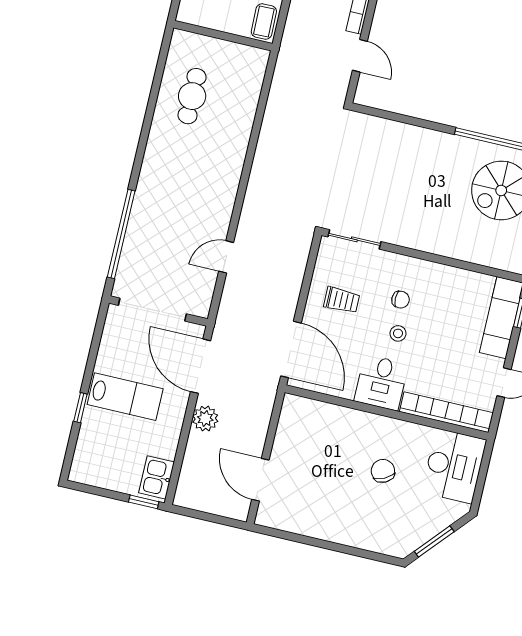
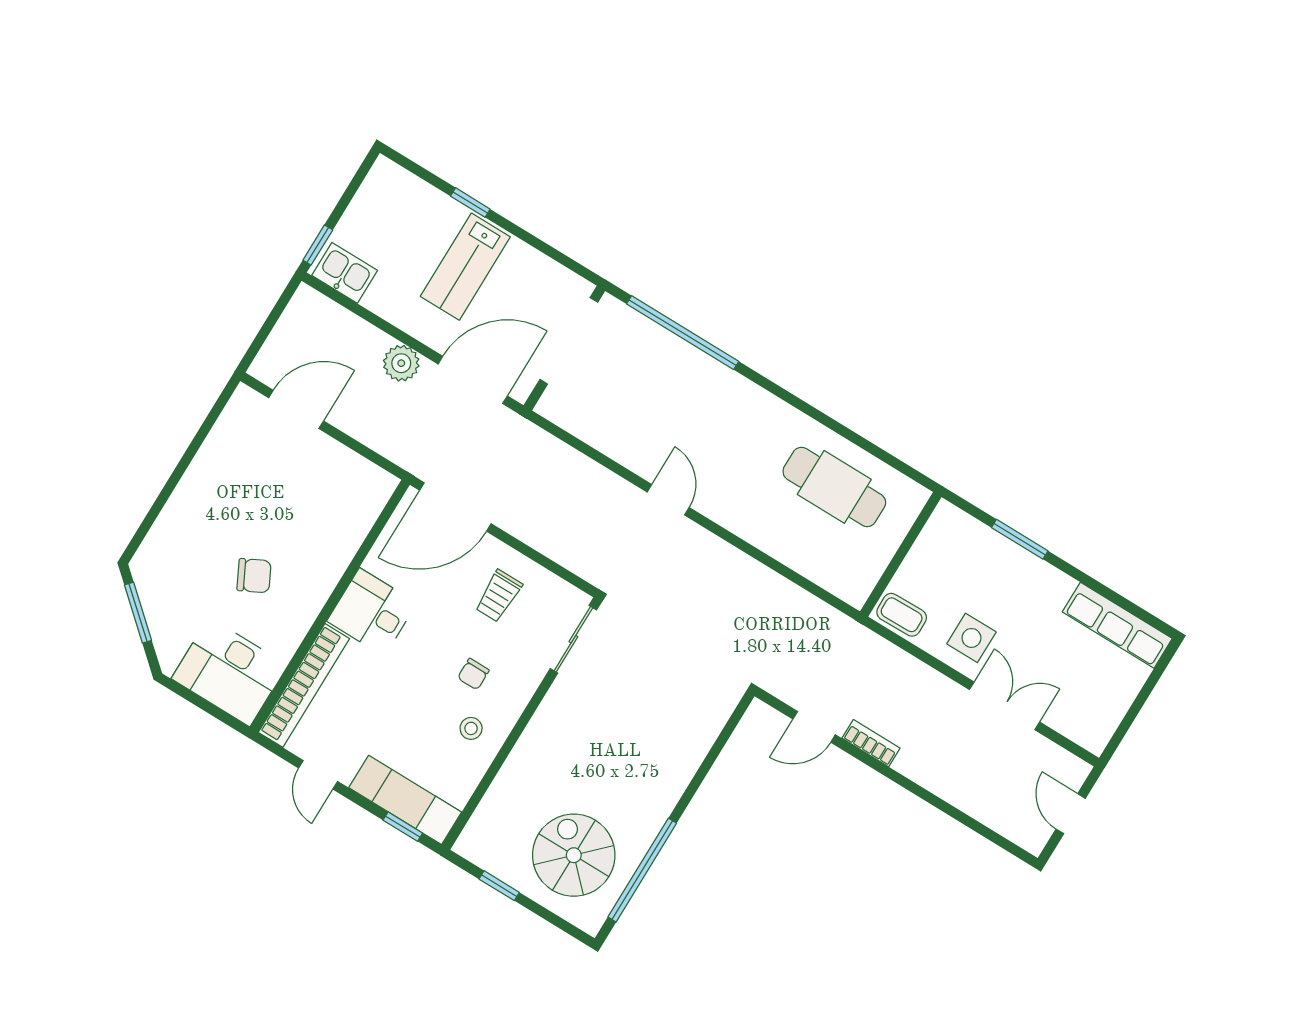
cafe table: (192, 96) -> (834, 487), width x1.37, depth x1.35
door: (226, 257) -> (668, 500), moved
stool: (398, 333) -> (471, 728), moved

